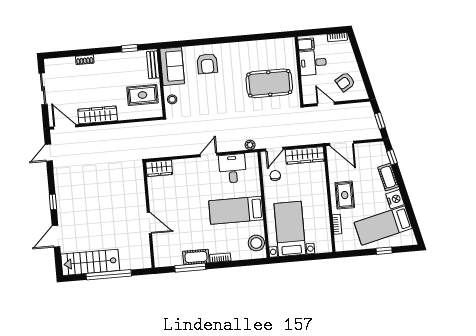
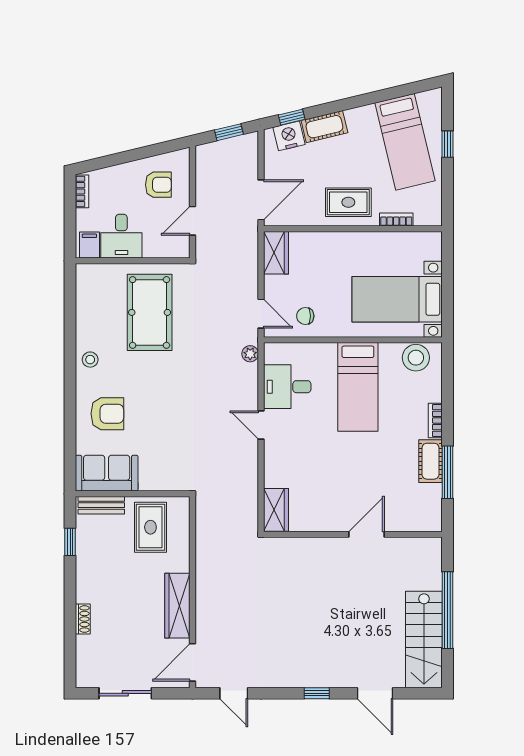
armchair: (345, 82) -> (158, 185), turned -58
stool: (172, 99) -> (90, 360), moved
wardrobe: (305, 155) -> (276, 253), width x0.67
nightstand: (395, 199) -> (289, 136), moved

